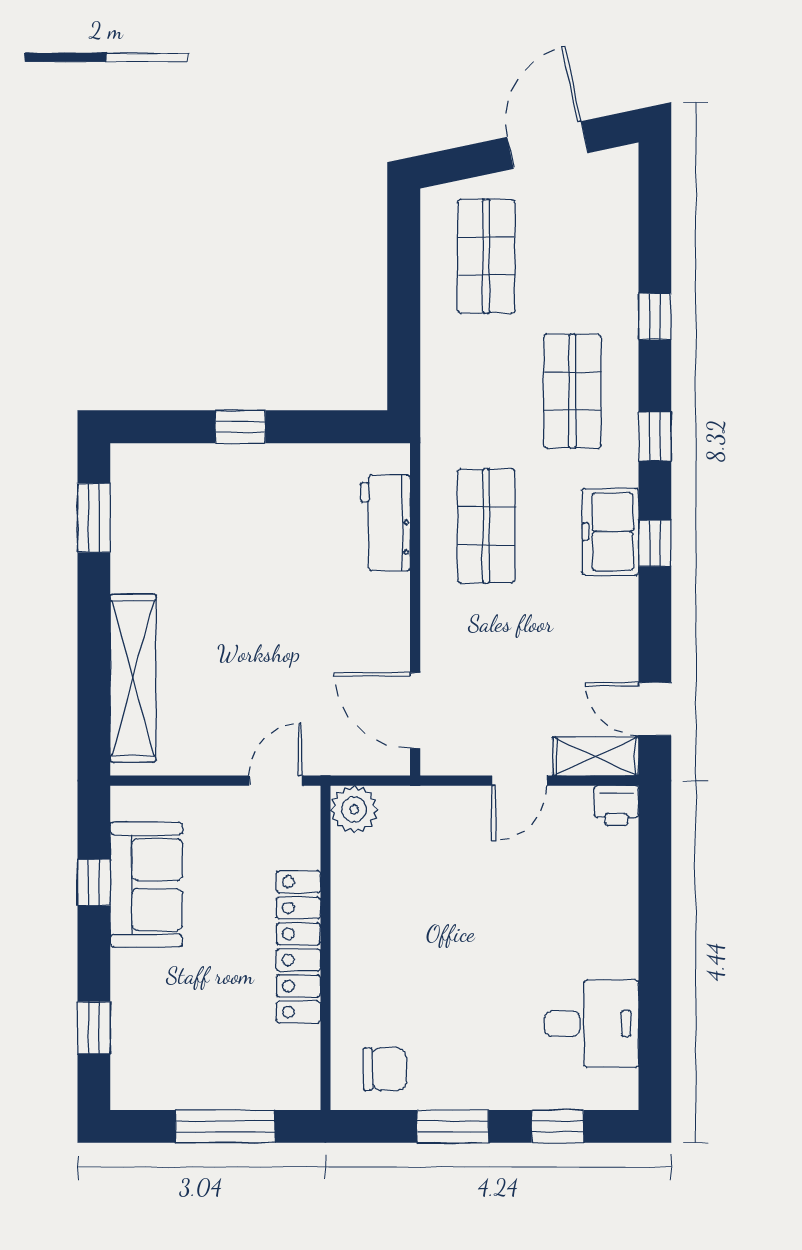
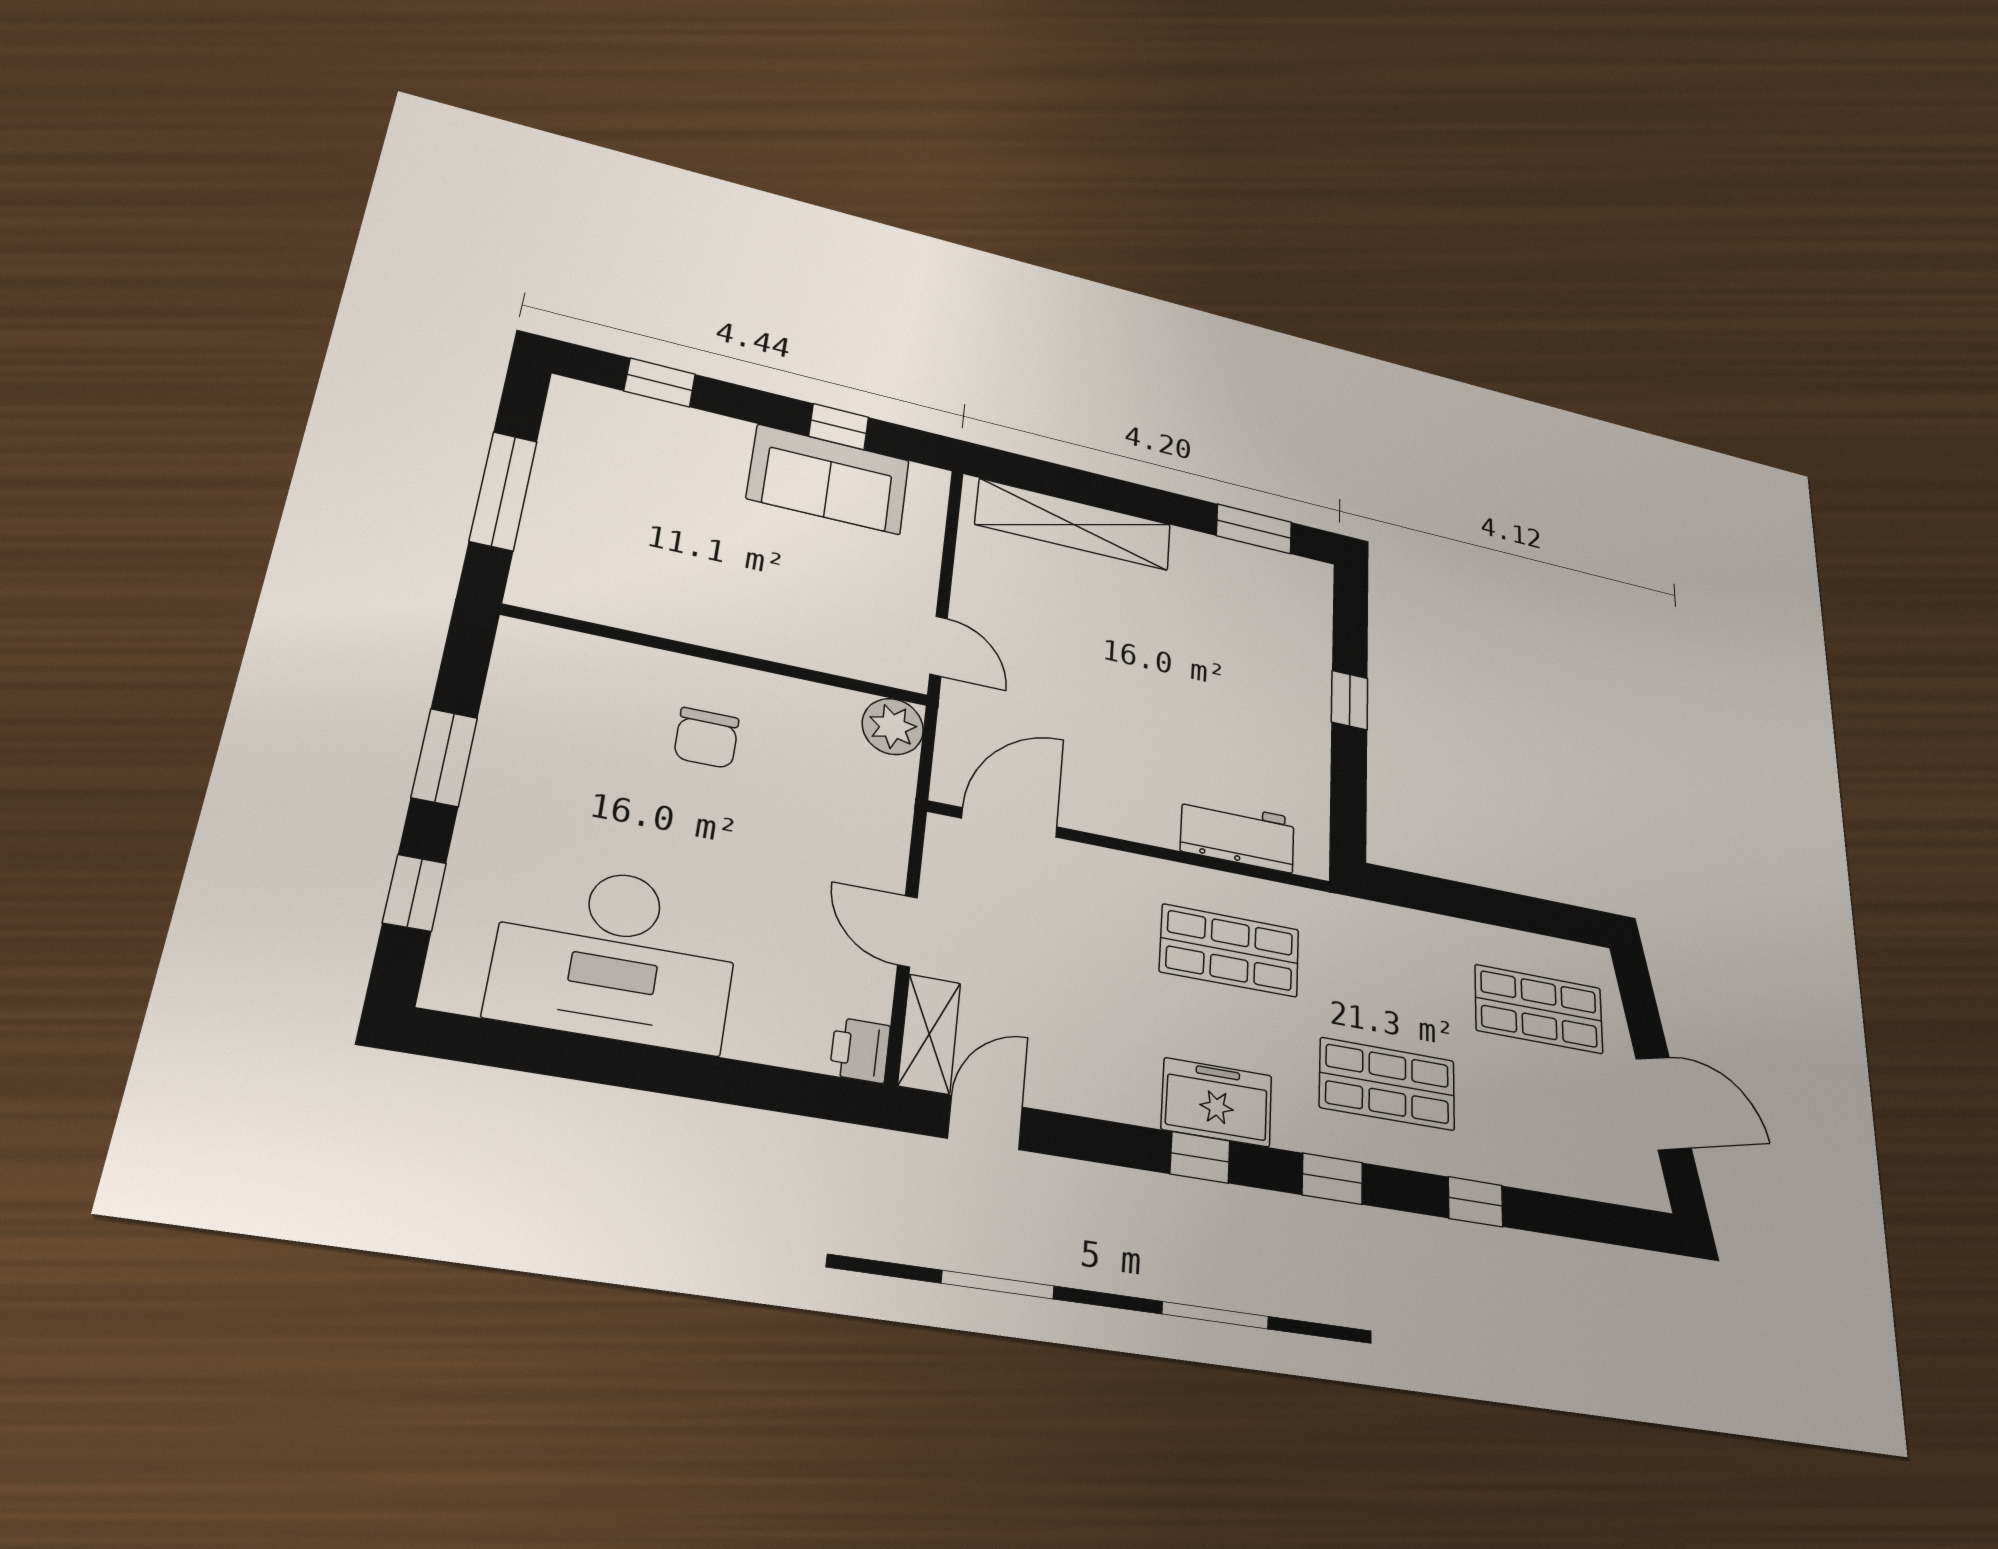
locker: (298, 947) -> (725, 626), removed
desk: (591, 1024) -> (616, 955), width x1.87, depth x1.30
chair: (385, 1069) -> (706, 738), moved

